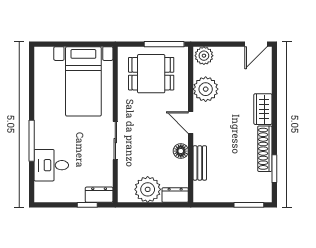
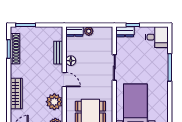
wardrobe: (263, 109) -> (16, 94), width x1.50
shoe rack: (265, 149) -> (15, 49), moved
desk: (51, 165) -> (157, 37), moved
plant: (148, 189) -> (89, 31), width x0.53, depth x0.53

